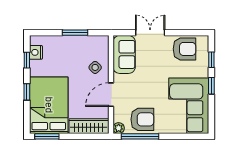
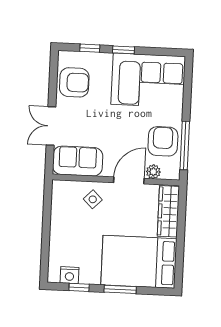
window: (75, 33) -> (46, 223), removed
armchair: (185, 49) -> (74, 82), turned 90
window: (27, 92) -> (120, 289), width x1.50
door: (111, 95) -> (129, 180), swing flipped
plant: (119, 128) -> (153, 172), moved
window: (47, 136) -> (179, 266), removed

